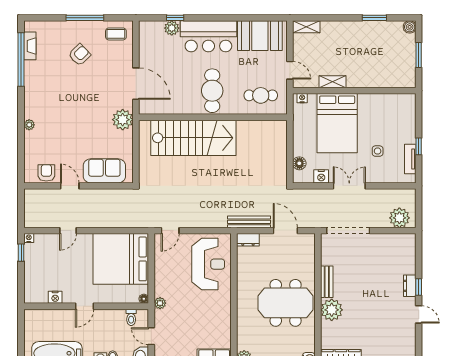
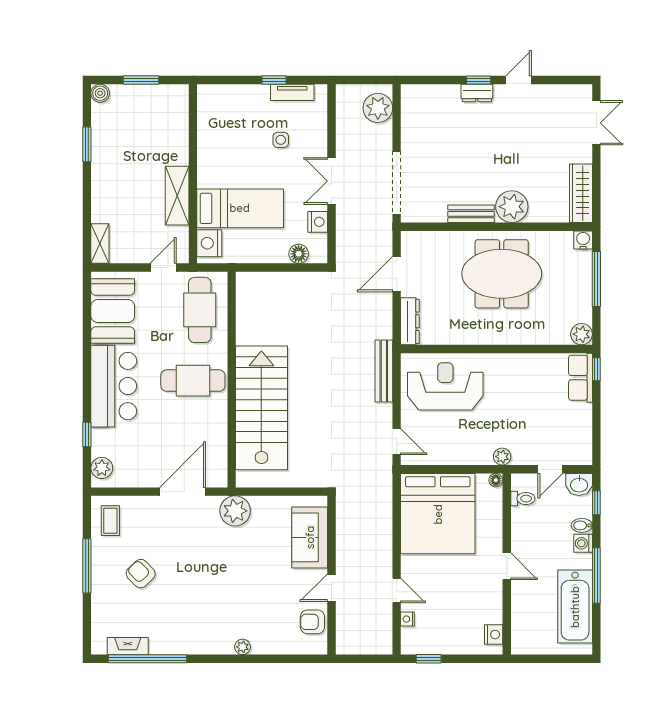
plant: (172, 28) -> (102, 468), moved
shelving: (333, 82) -> (177, 196), width x1.50, depth x1.33
cafe table: (261, 95) -> (200, 310), width x1.37, depth x1.35
nightstand: (302, 98) -> (209, 243), width x1.89, depth x1.79
bed: (337, 123) -> (240, 208), width x0.67
bench: (249, 222) -> (384, 371), moved
nightstand: (29, 238) -> (407, 619), moved
dresser: (248, 240) -> (410, 321), width x1.44
nightstand: (55, 297) -> (494, 635), moved
meeting table: (286, 303) -> (502, 274), turned 90

